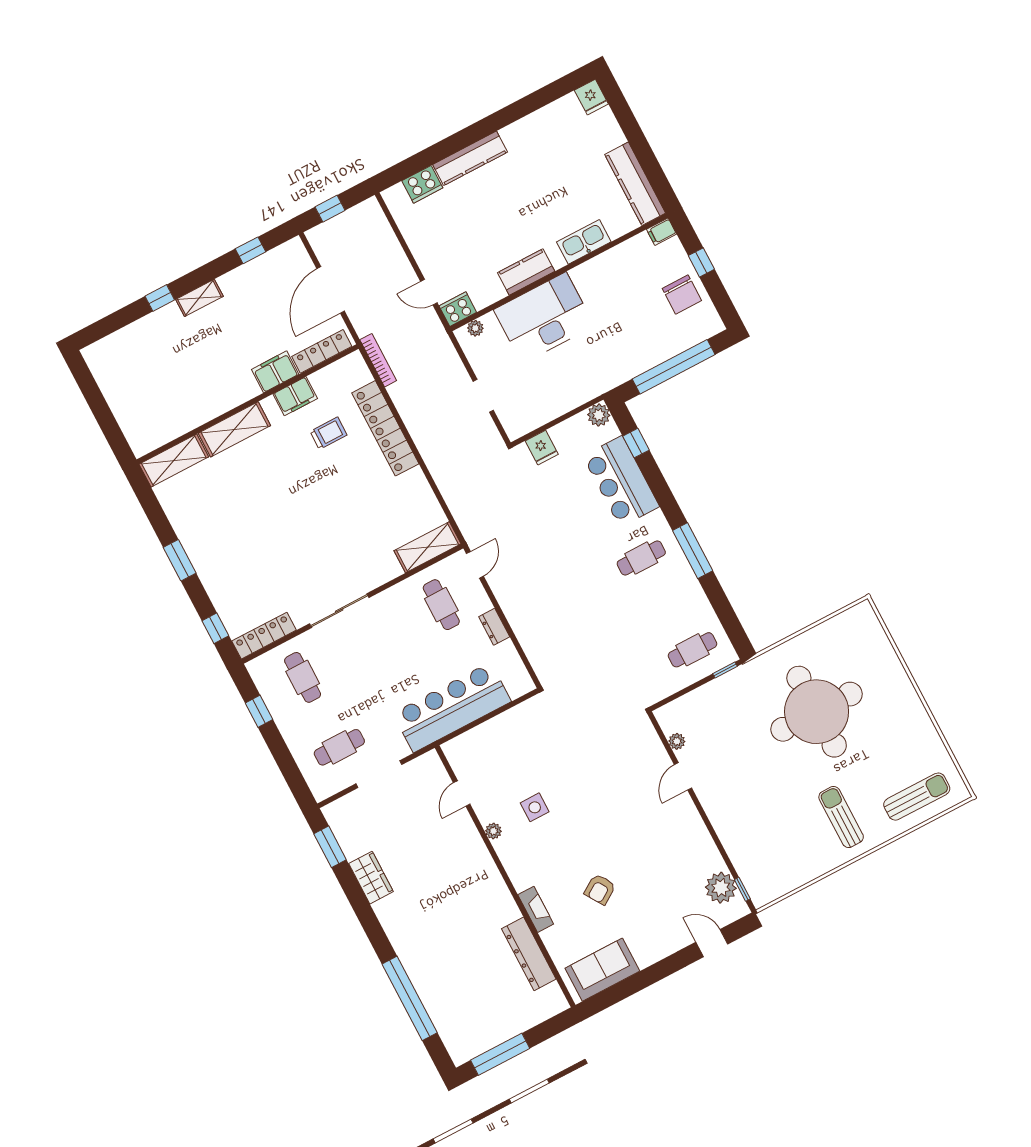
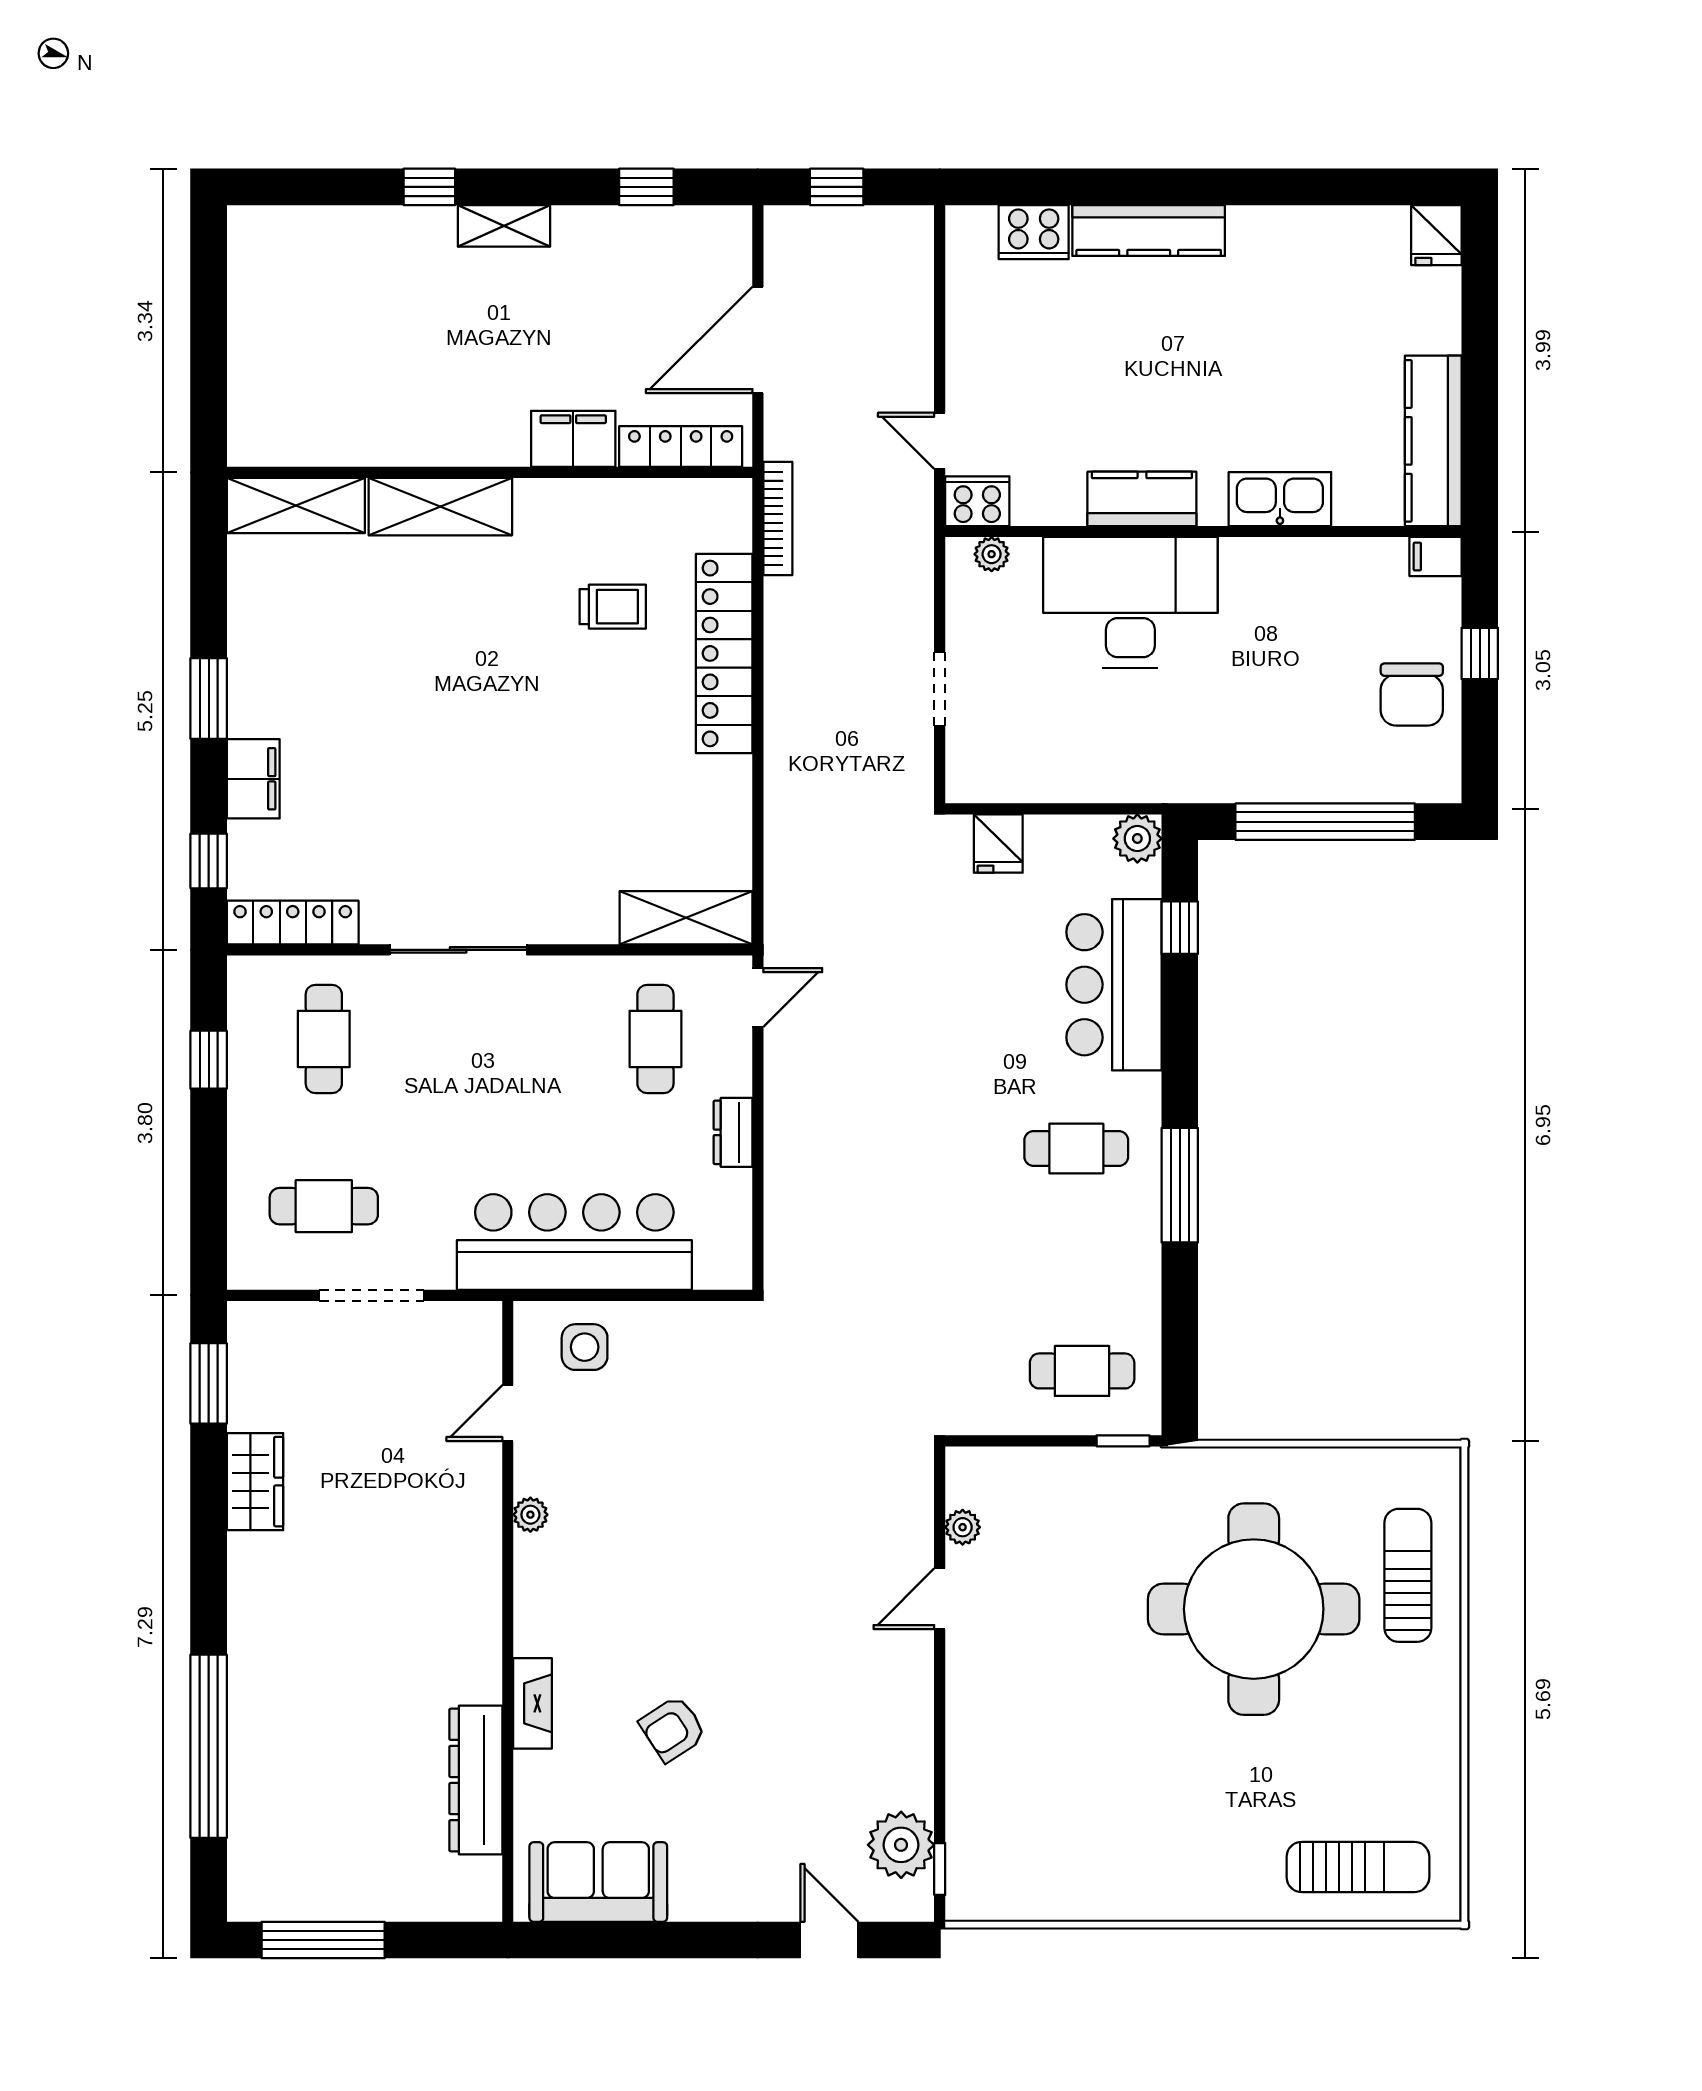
filing cabinet: (295, 396) -> (253, 779), moved, turned -90
side table: (535, 807) -> (585, 1347), moved
sun lounger: (841, 817) -> (1408, 1575), moved

